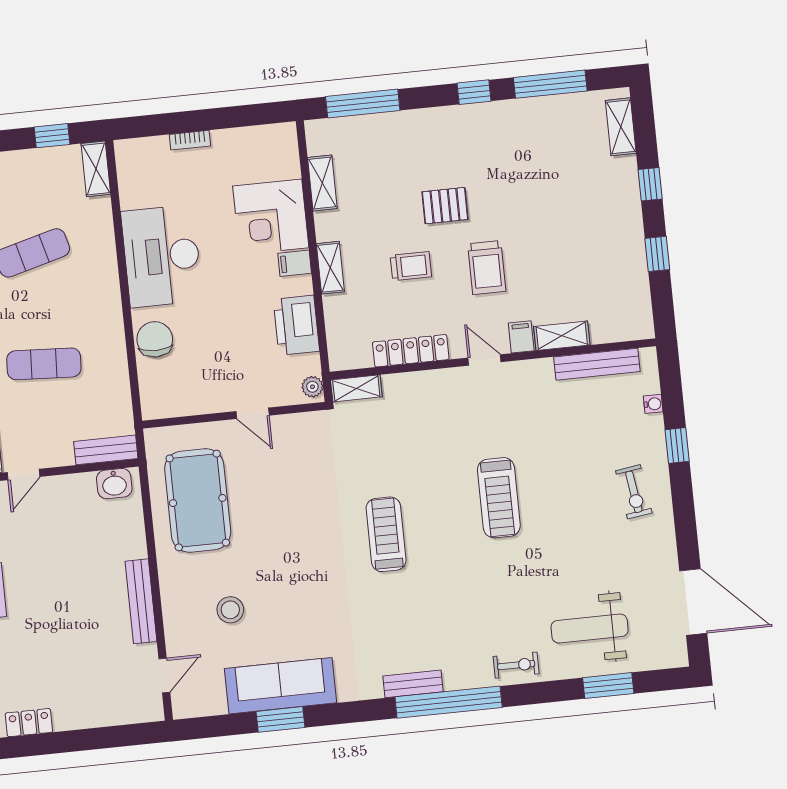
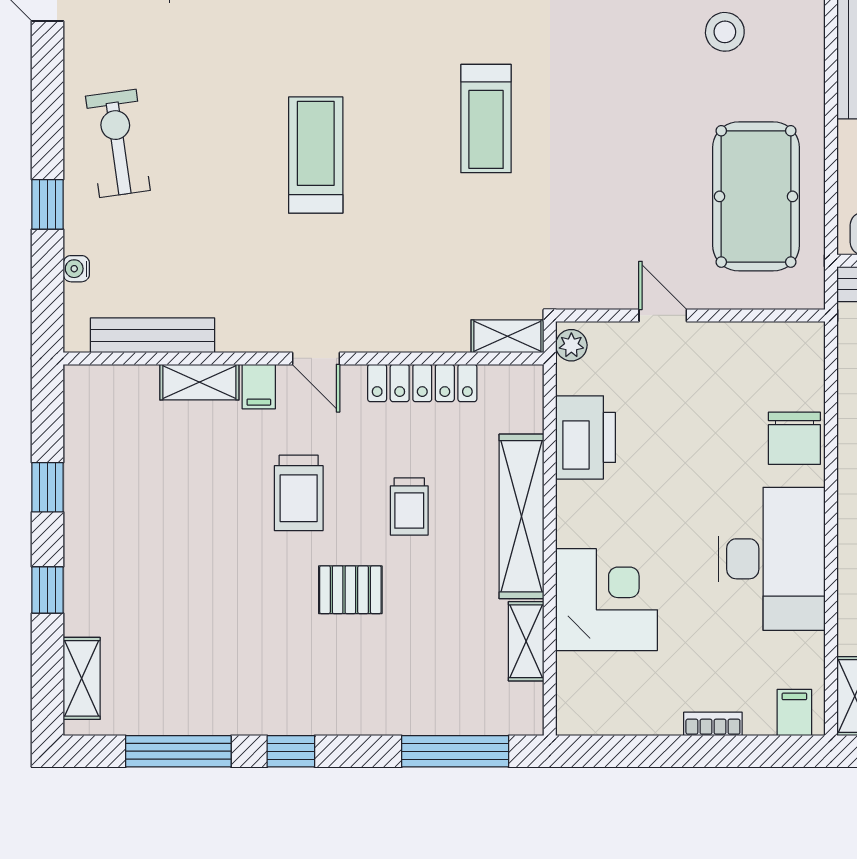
filing cabinet: (295, 263) -> (794, 713), moved, turned -90
trolley: (411, 266) -> (409, 506), turned -90
shelving: (330, 268) -> (521, 516), width x2.20, depth x1.33
trolley: (487, 268) -> (299, 493), turned 180
exercise bike: (634, 492) -> (118, 143), width x1.38, depth x1.39

